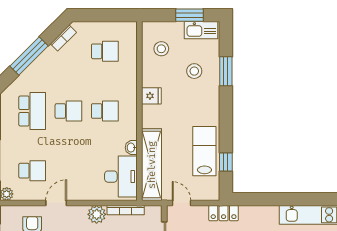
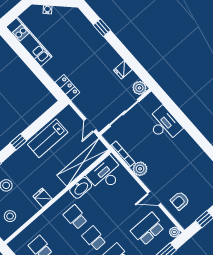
washbasin: (131, 148) -> (81, 188), width x1.91, depth x1.45
window: (226, 162) -> (18, 142), moved
school desk: (32, 171) -> (148, 229), width x1.85
locker: (224, 213) -> (67, 87), moved

